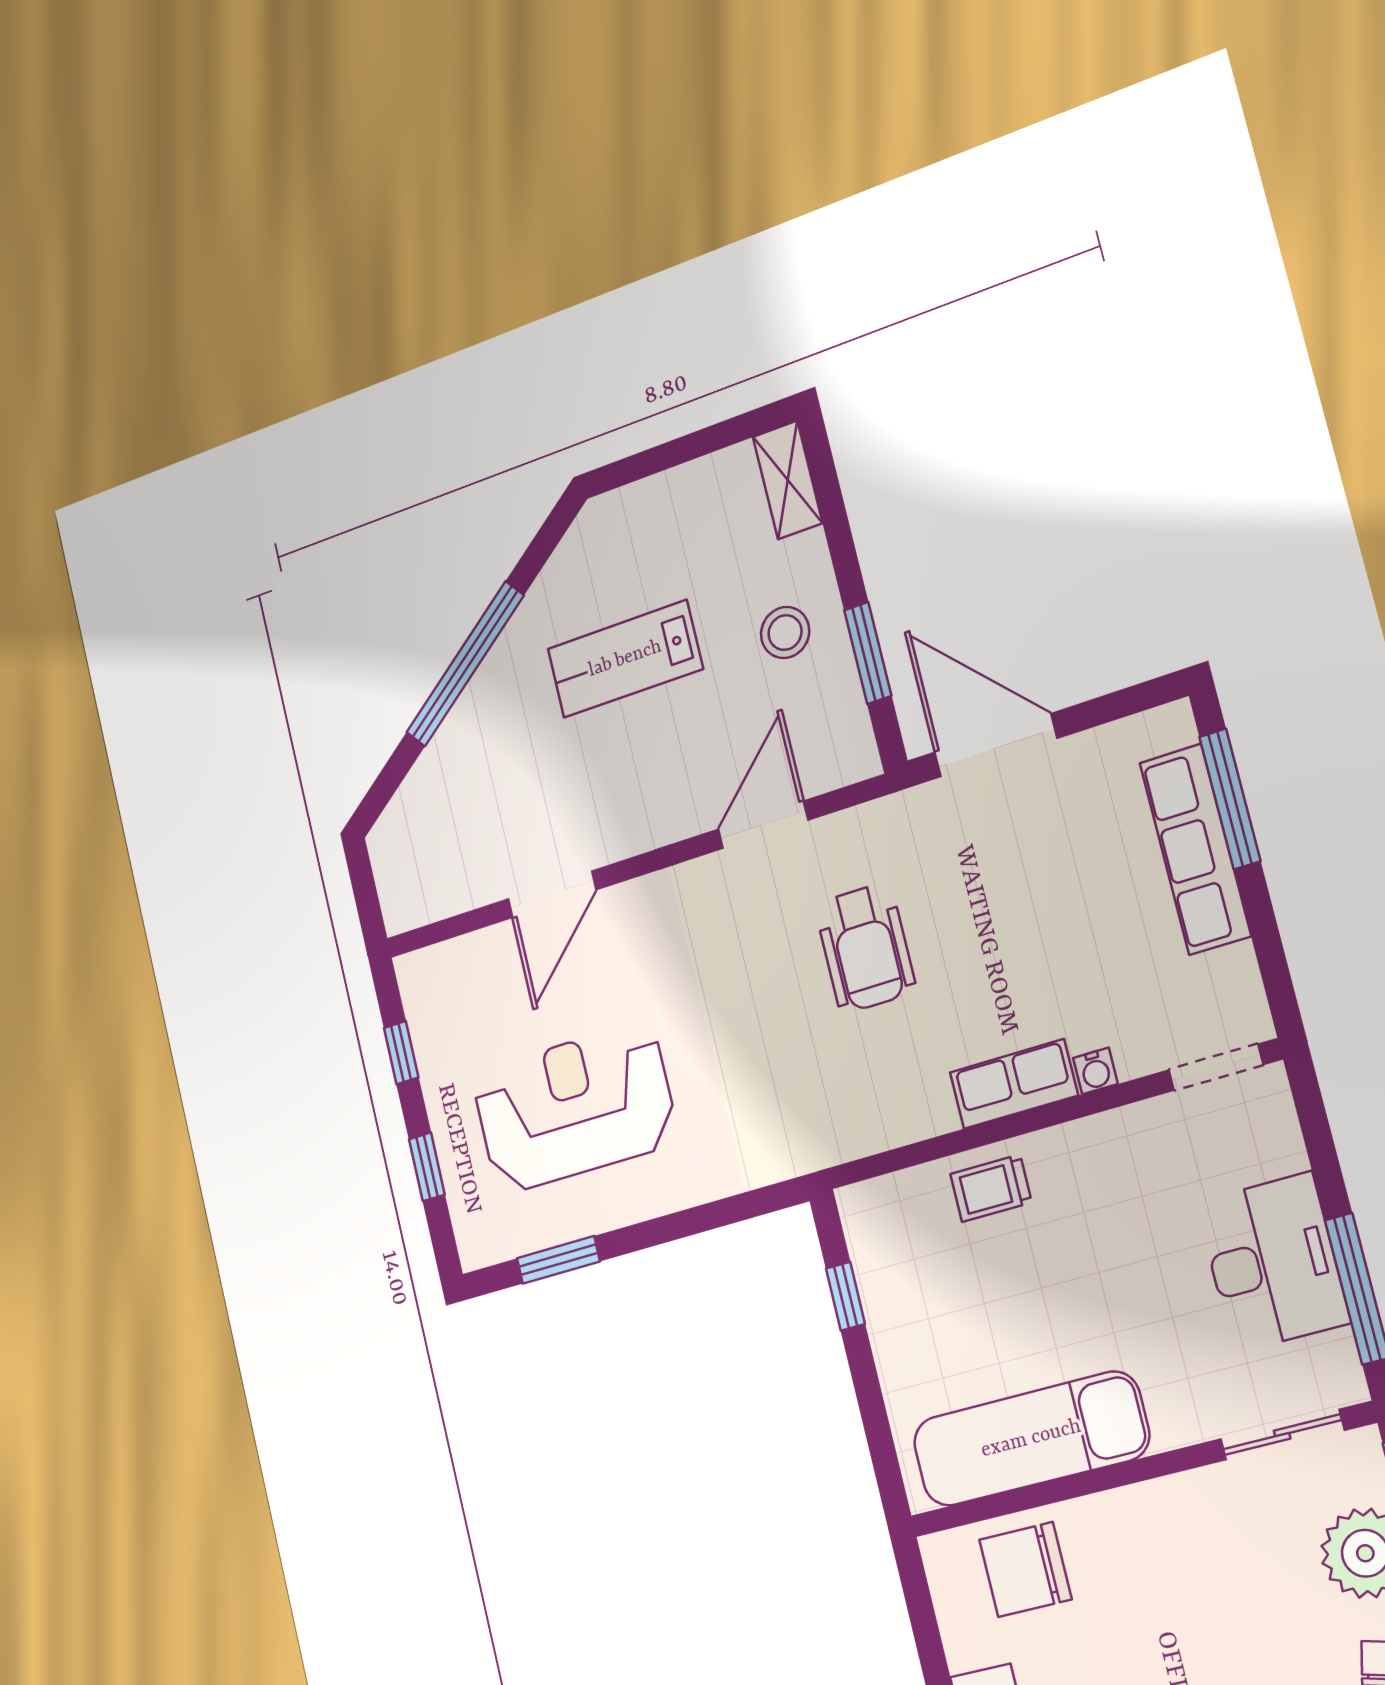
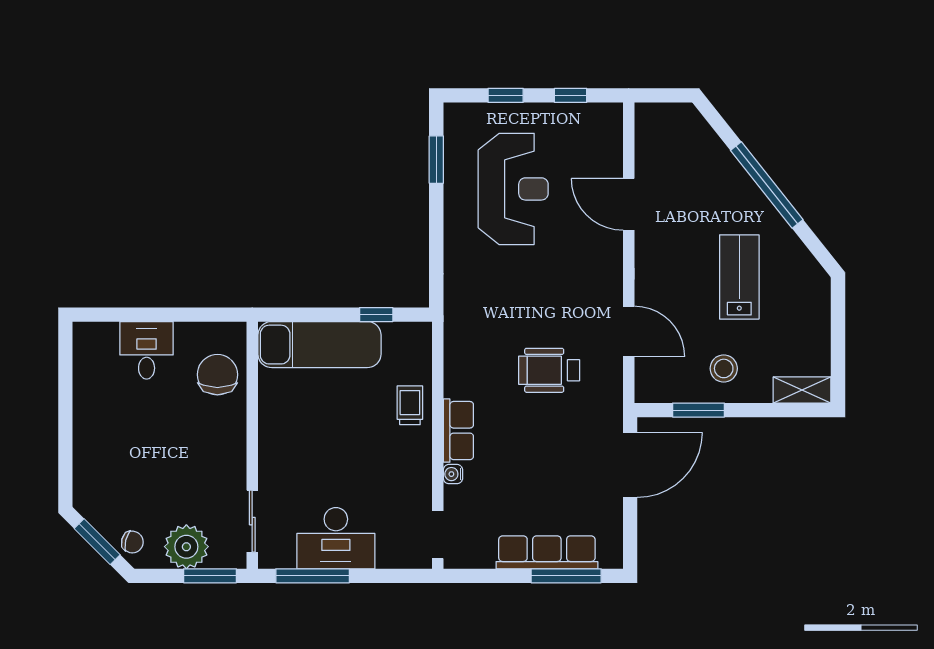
exam couch: (1031, 1439) -> (319, 345), moved, turned 90

